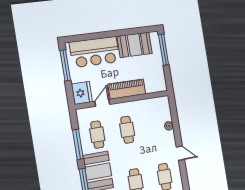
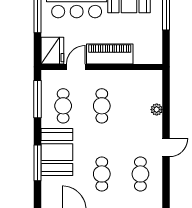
window: (78, 144) -> (37, 99), moved
door: (180, 153) -> (166, 147), hinge flipped

